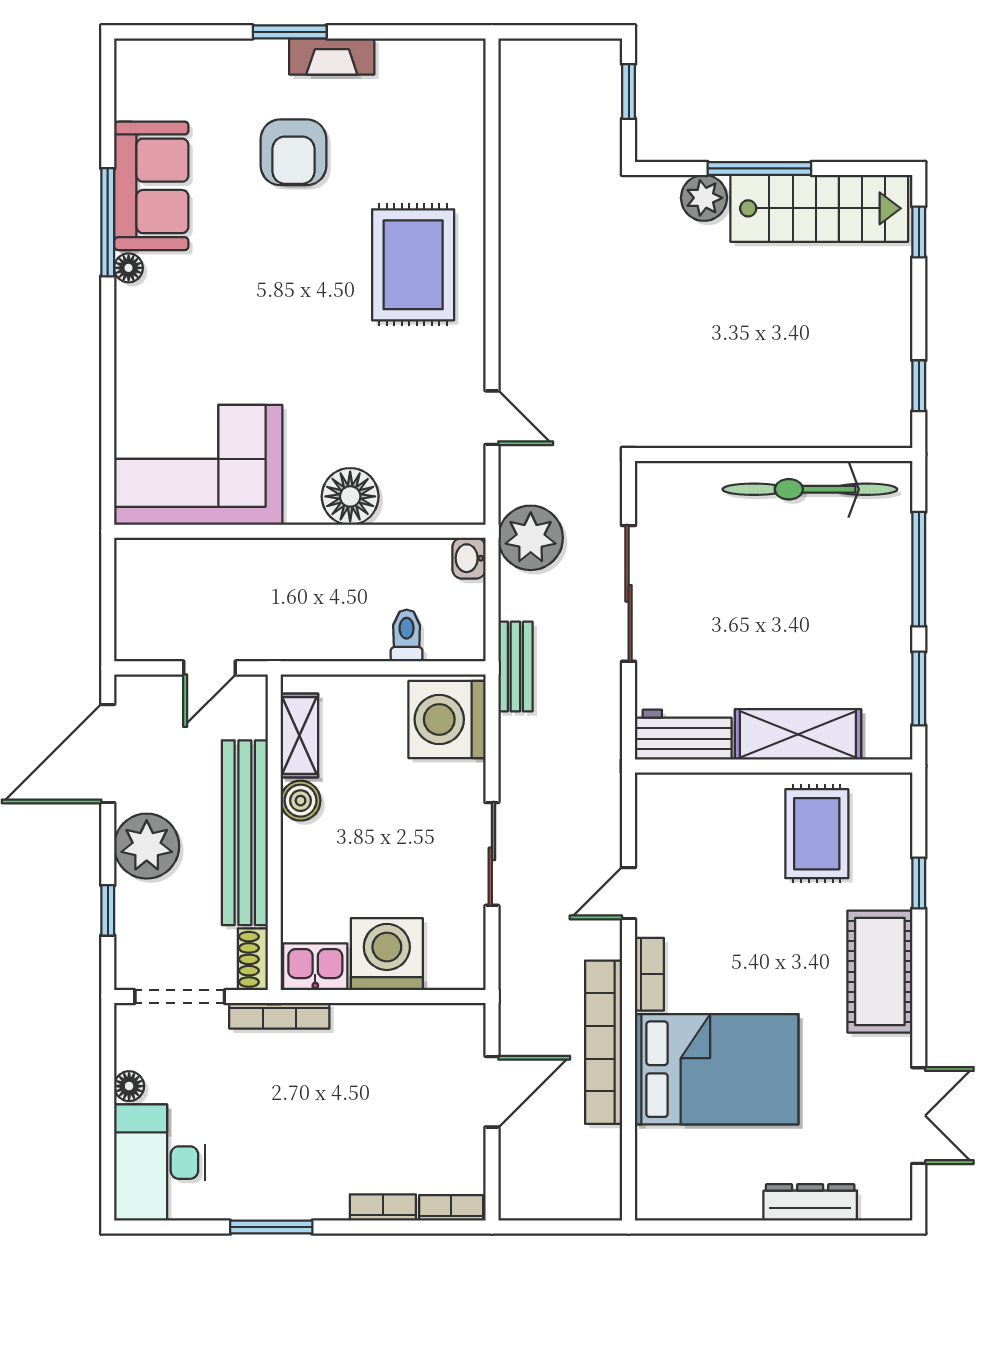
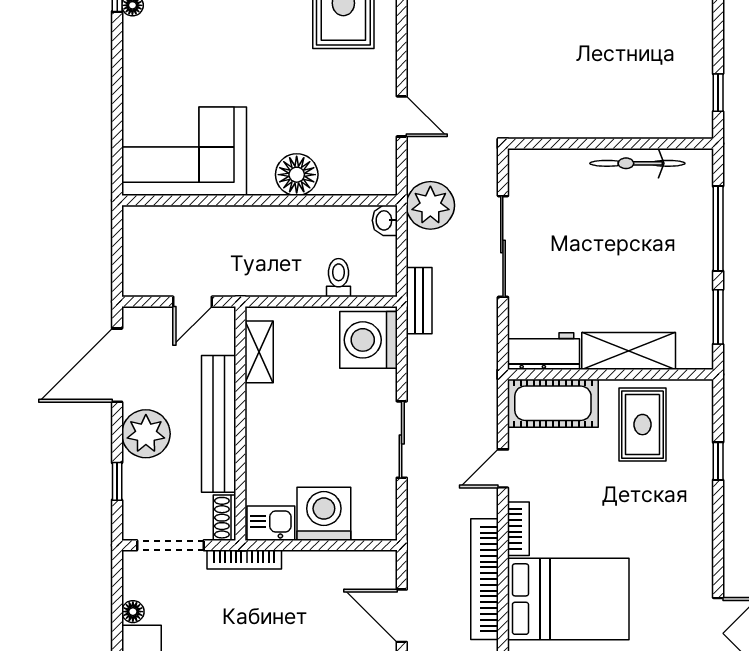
bicycle: (810, 489) -> (637, 163), width x0.73, depth x0.71
boiler: (301, 801) -> (260, 400), removed
cot: (880, 972) -> (553, 403), moved, turned 90
door: (492, 1092) -> (402, 616), swing flipped

